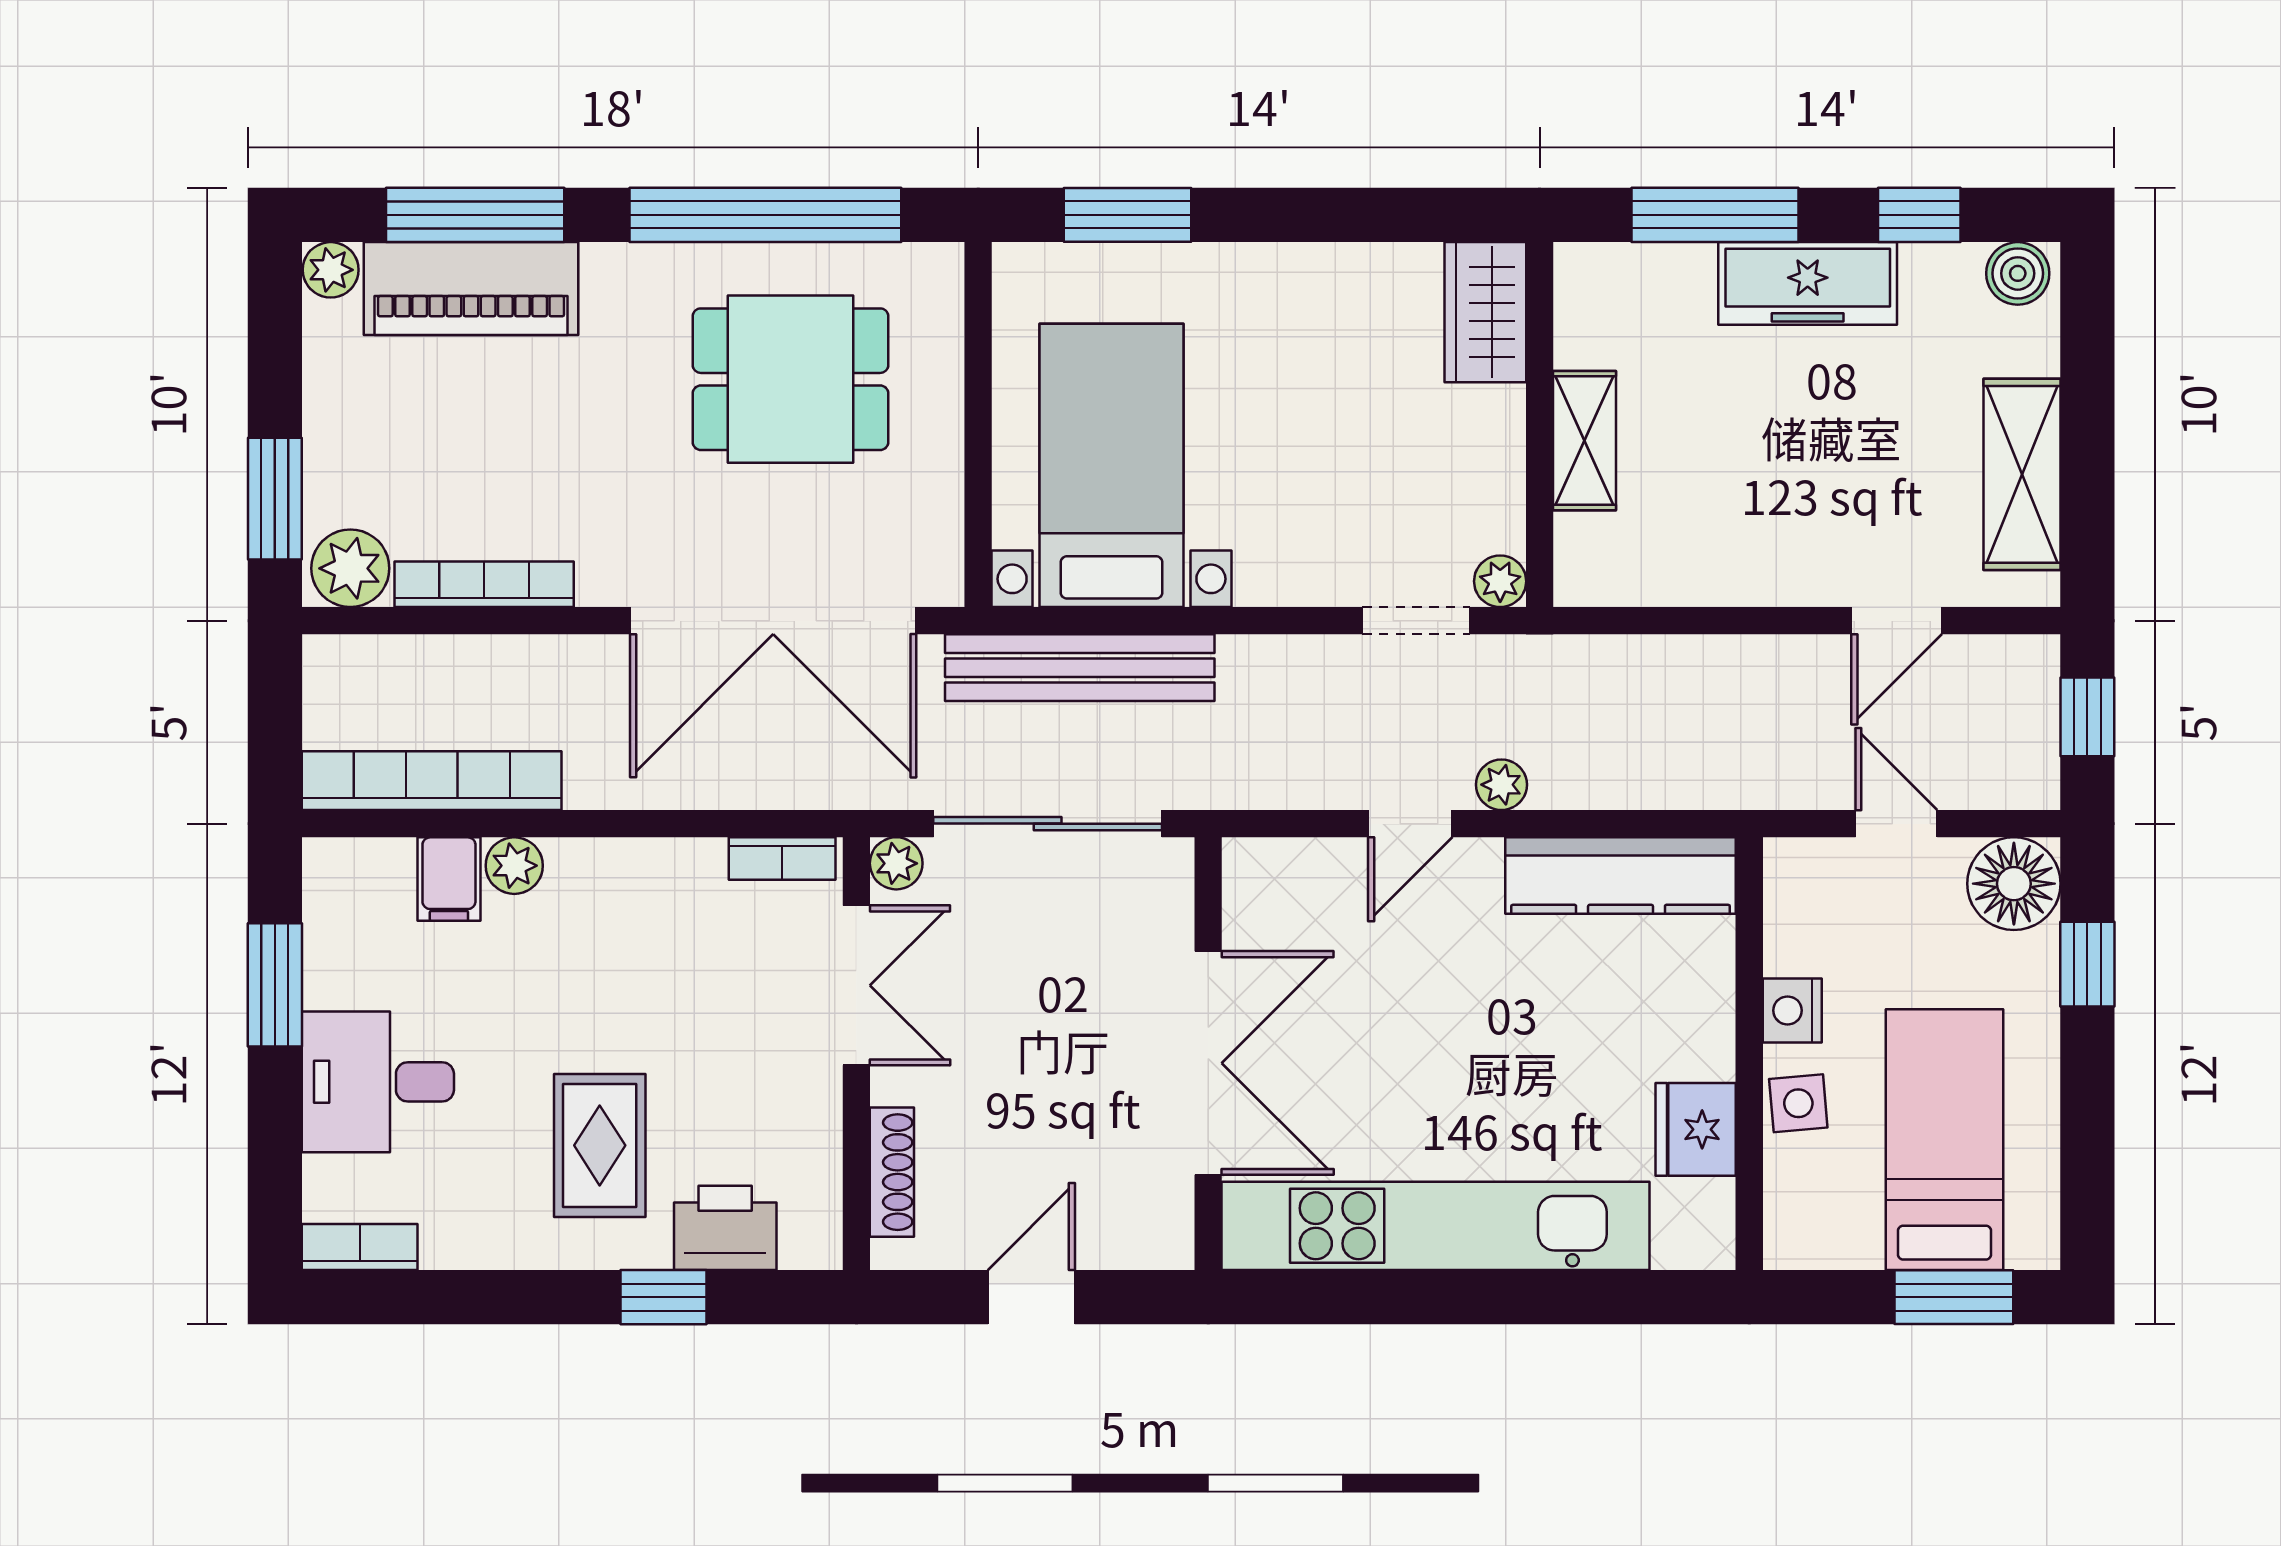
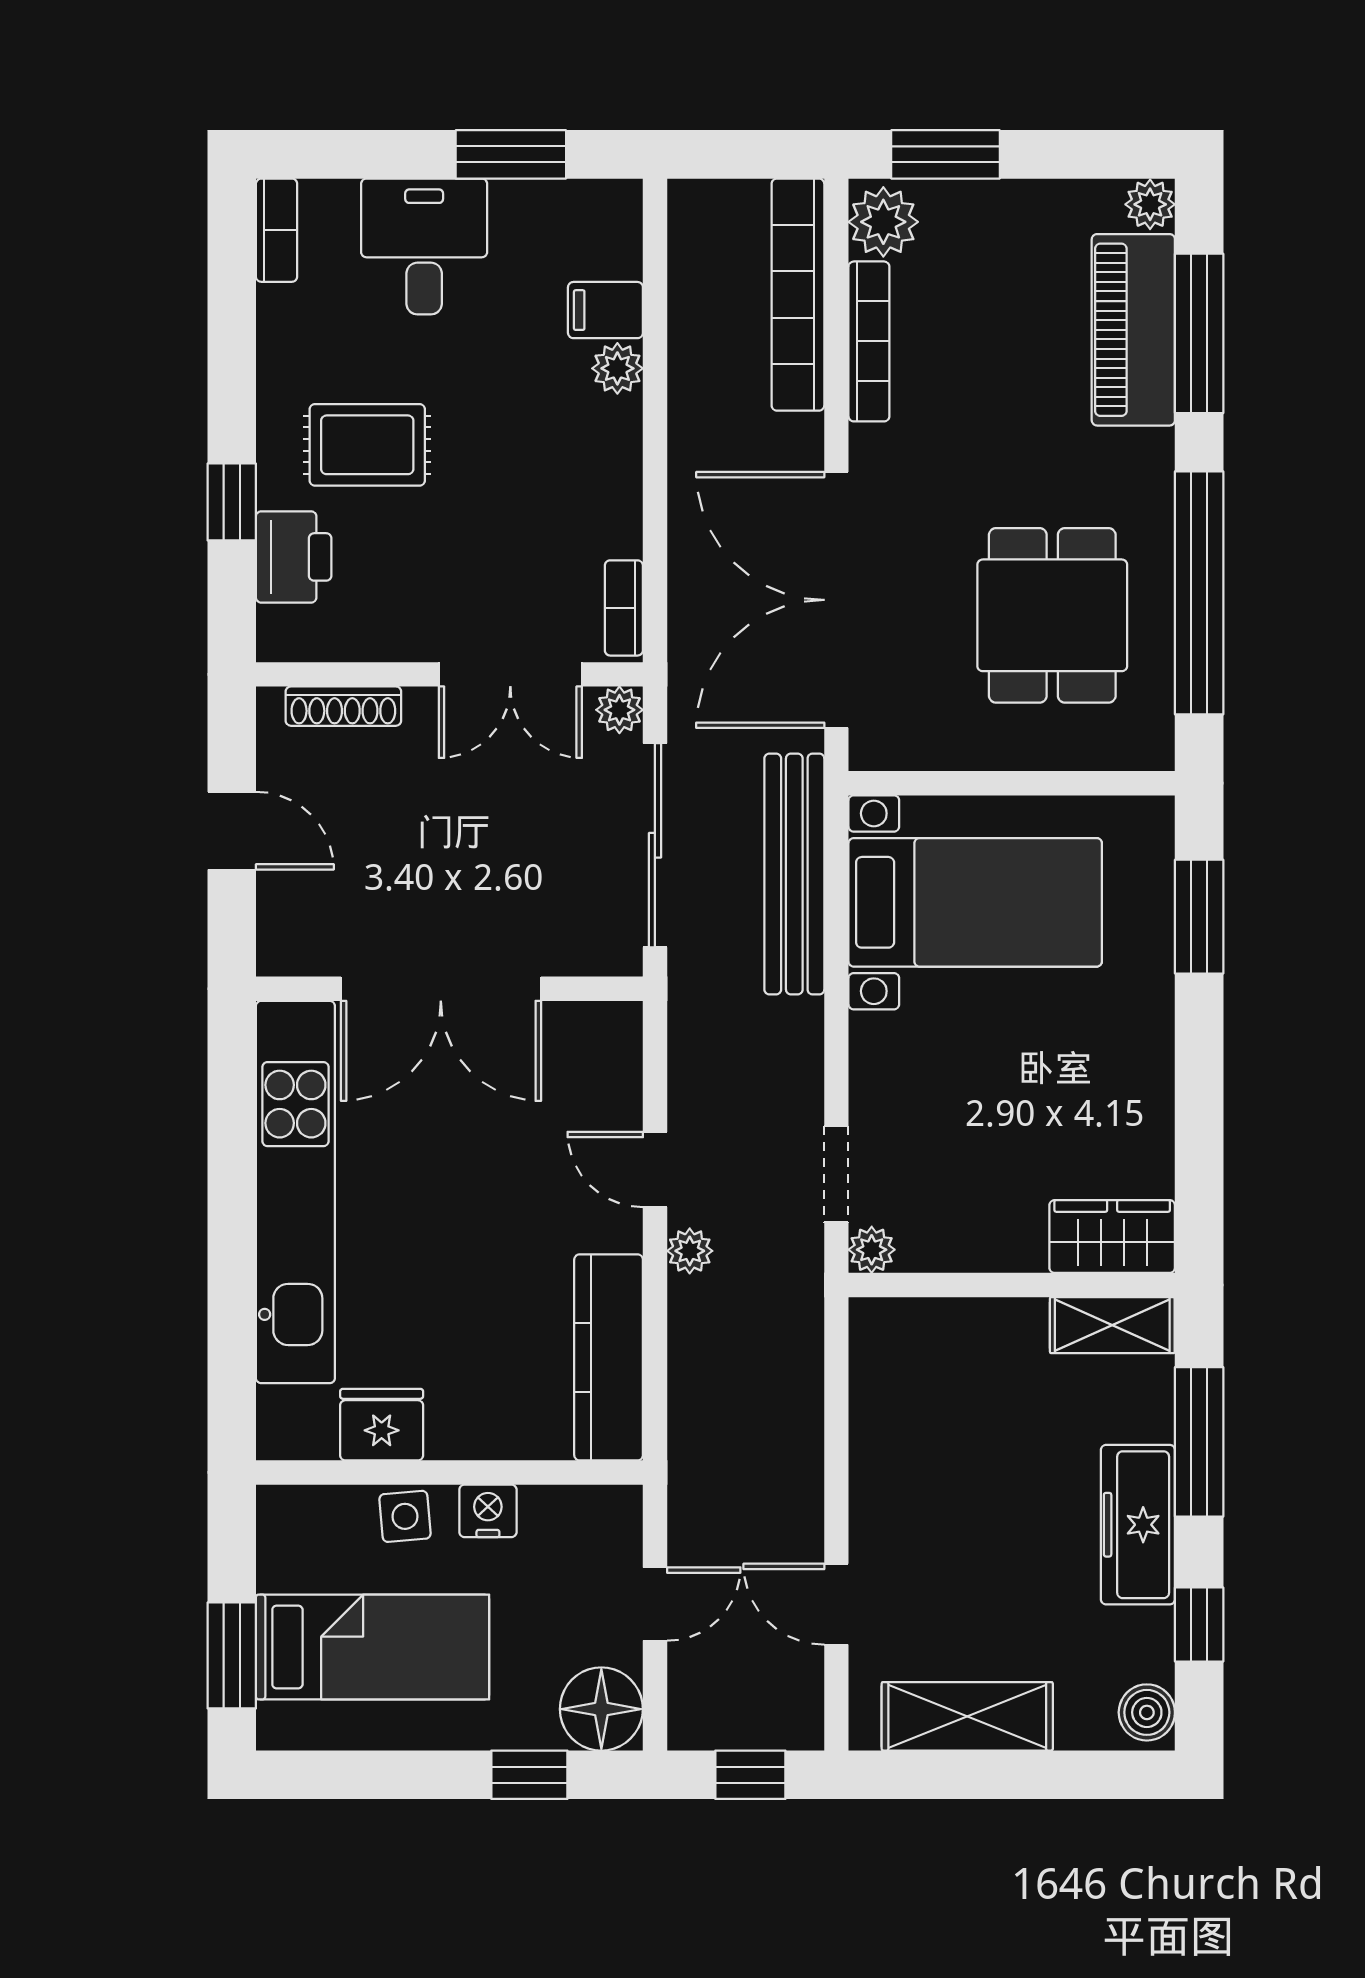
shelving: (1584, 441) -> (1112, 1325), moved
bookcase: (432, 781) -> (798, 295), moved, turned 180

